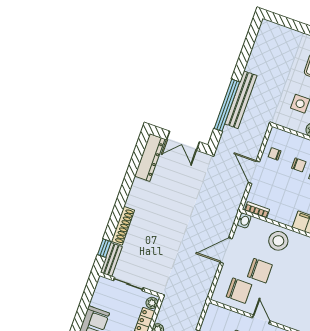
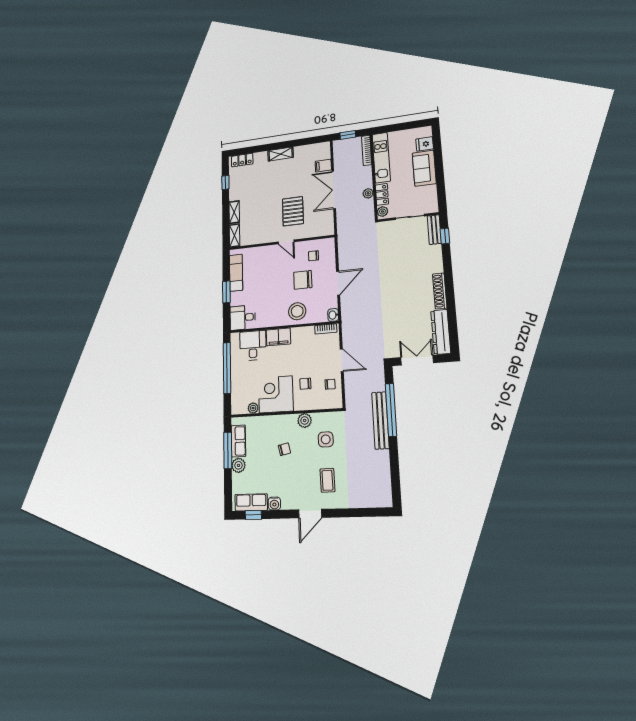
shoe rack: (123, 226) -> (440, 291), moved
chair: (239, 291) -> (313, 256), width x0.54, depth x0.54

